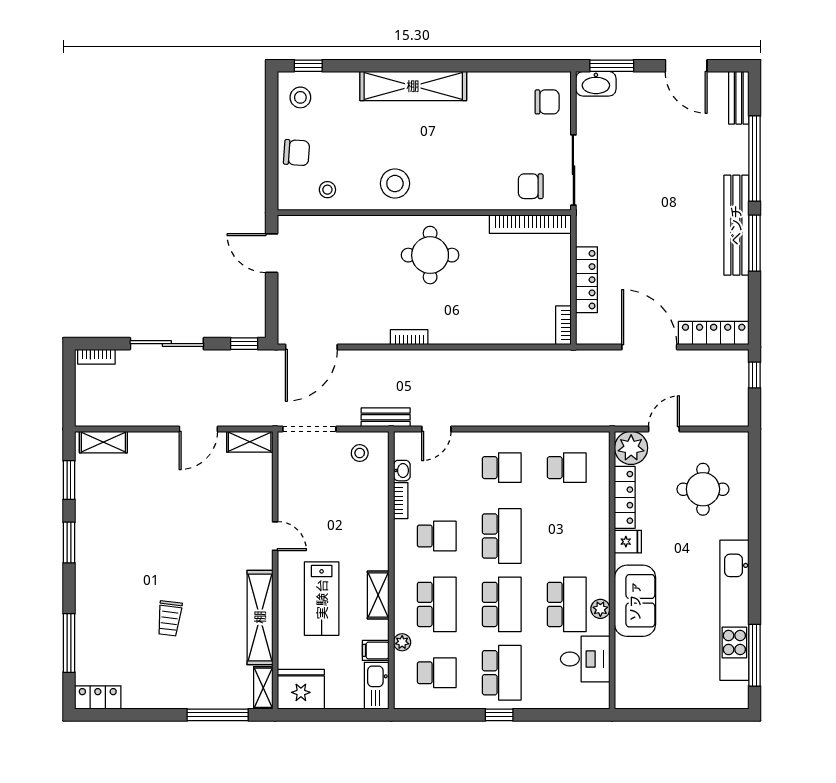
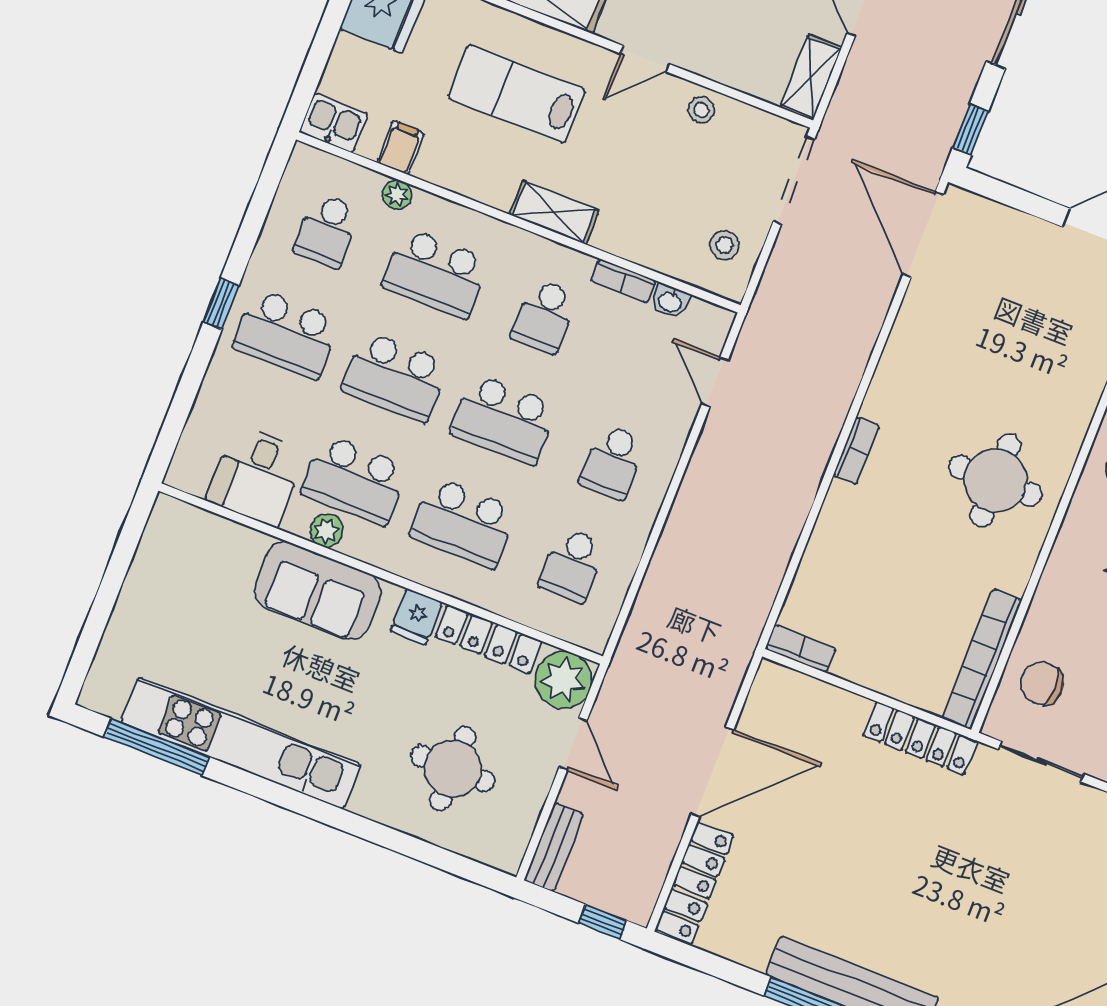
sliding door: (573, 170) -> (1041, 762), width x0.73
chair: (531, 186) -> (1042, 683), turned -90
locker: (587, 280) -> (920, 738), moved
bookcase: (409, 337) -> (856, 451), moved
bench: (386, 417) -> (554, 847), moved
stool: (291, 495) -> (701, 110), added
school desk: (567, 536) -> (463, 523), added
shelving: (378, 595) -> (554, 212), moved
kitchen sink: (377, 686) -> (334, 123), width x0.73

